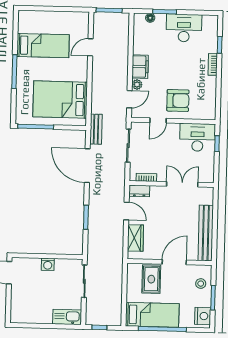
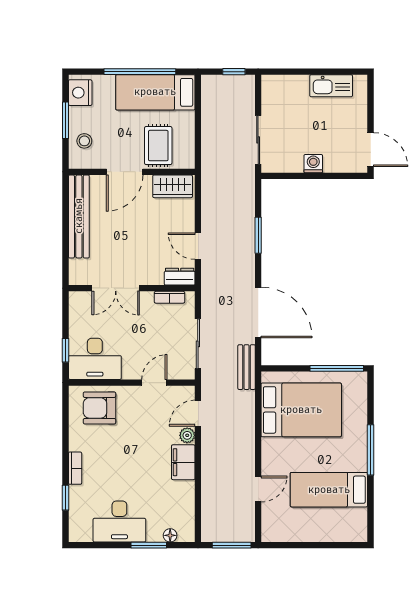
armchair: (178, 100) -> (100, 408), moved
wardrobe: (135, 238) -> (173, 186), moved, turned -90
kitchen sink: (67, 317) -> (331, 86), moved

